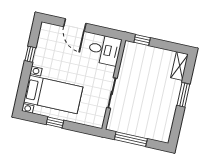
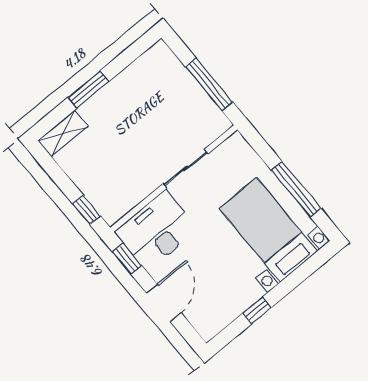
window: (107, 32) -> (127, 259), added
desk: (104, 50) -> (156, 231), width x1.37
window: (55, 122) -> (296, 189), width x2.17

